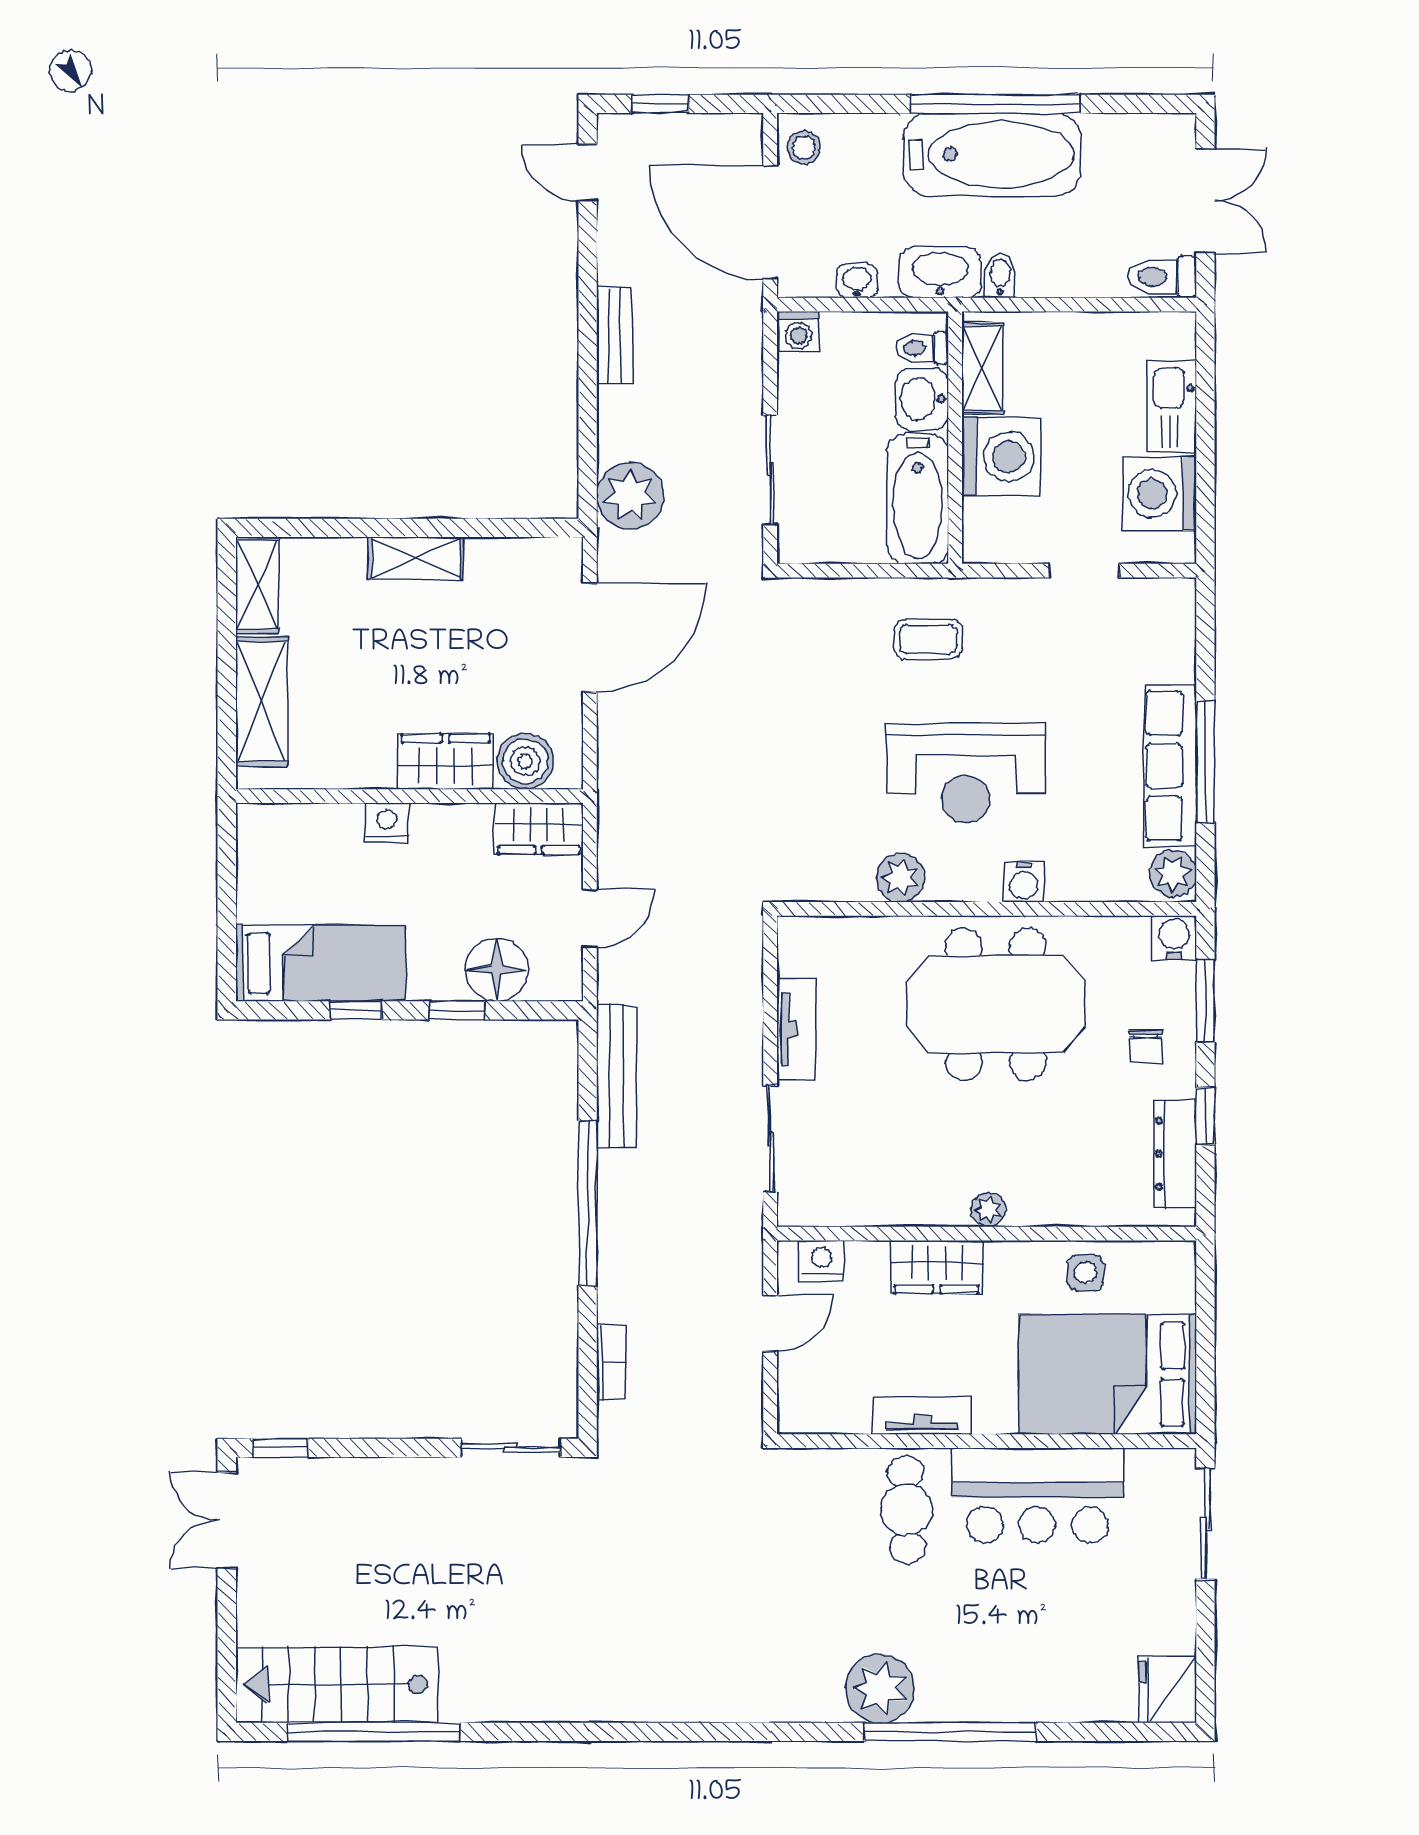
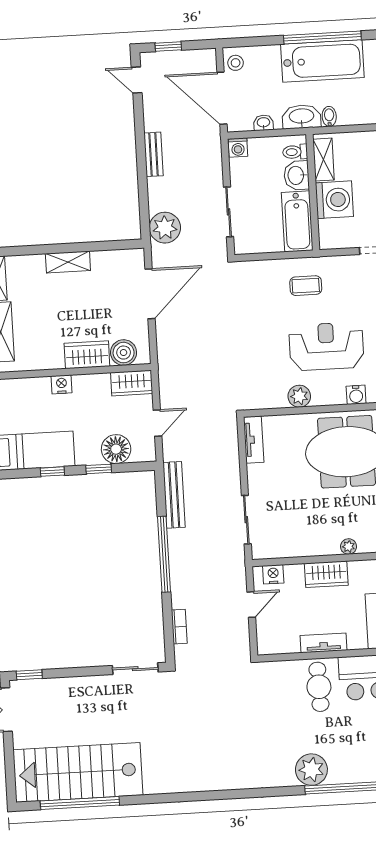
reception desk: (965, 773) -> (326, 346), turned 180
tv unit: (796, 1029) -> (254, 440), moved
stairs: (337, 1685) -> (78, 772), width x1.36, depth x1.51

